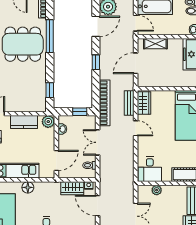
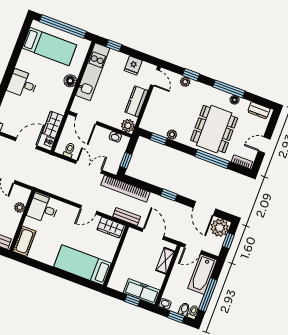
plant: (41, 80) -> (172, 134), added
bench: (129, 103) -> (127, 217), moved

